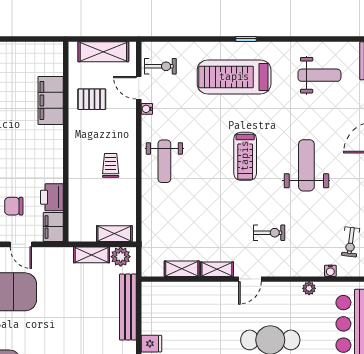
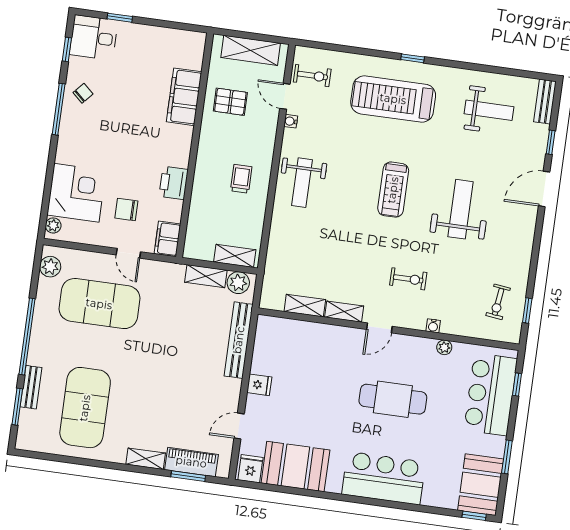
printer: (52, 197) -> (174, 183), moved
water cooler: (330, 271) -> (433, 326), moved

